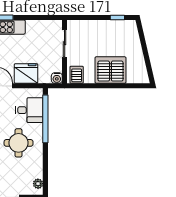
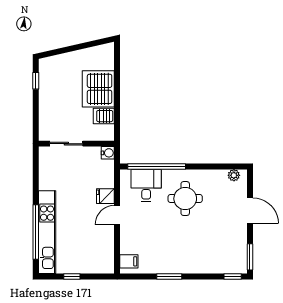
fridge: (26, 73) -> (105, 196), width x0.53, depth x0.75
server rack: (77, 75) -> (104, 116), moved

